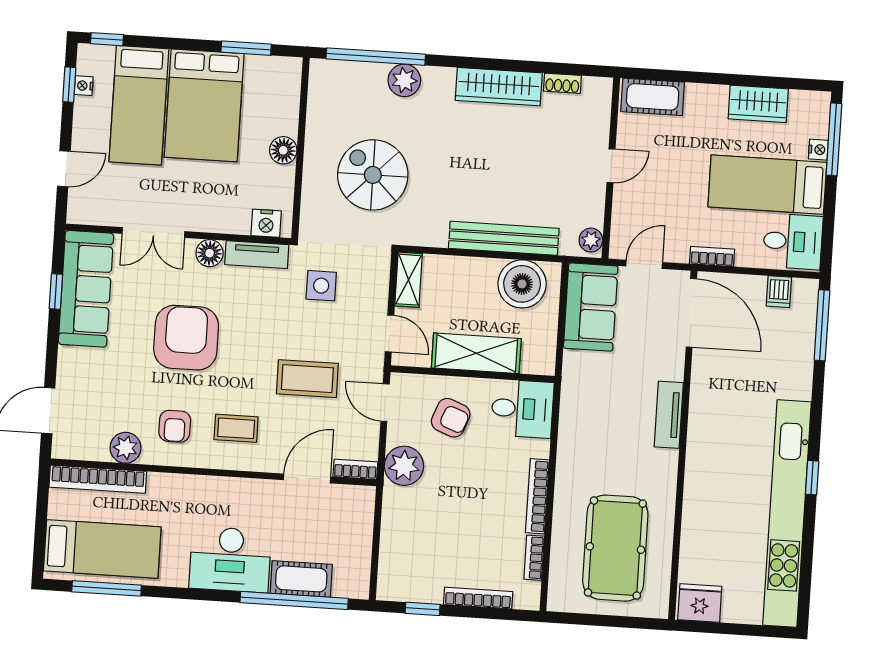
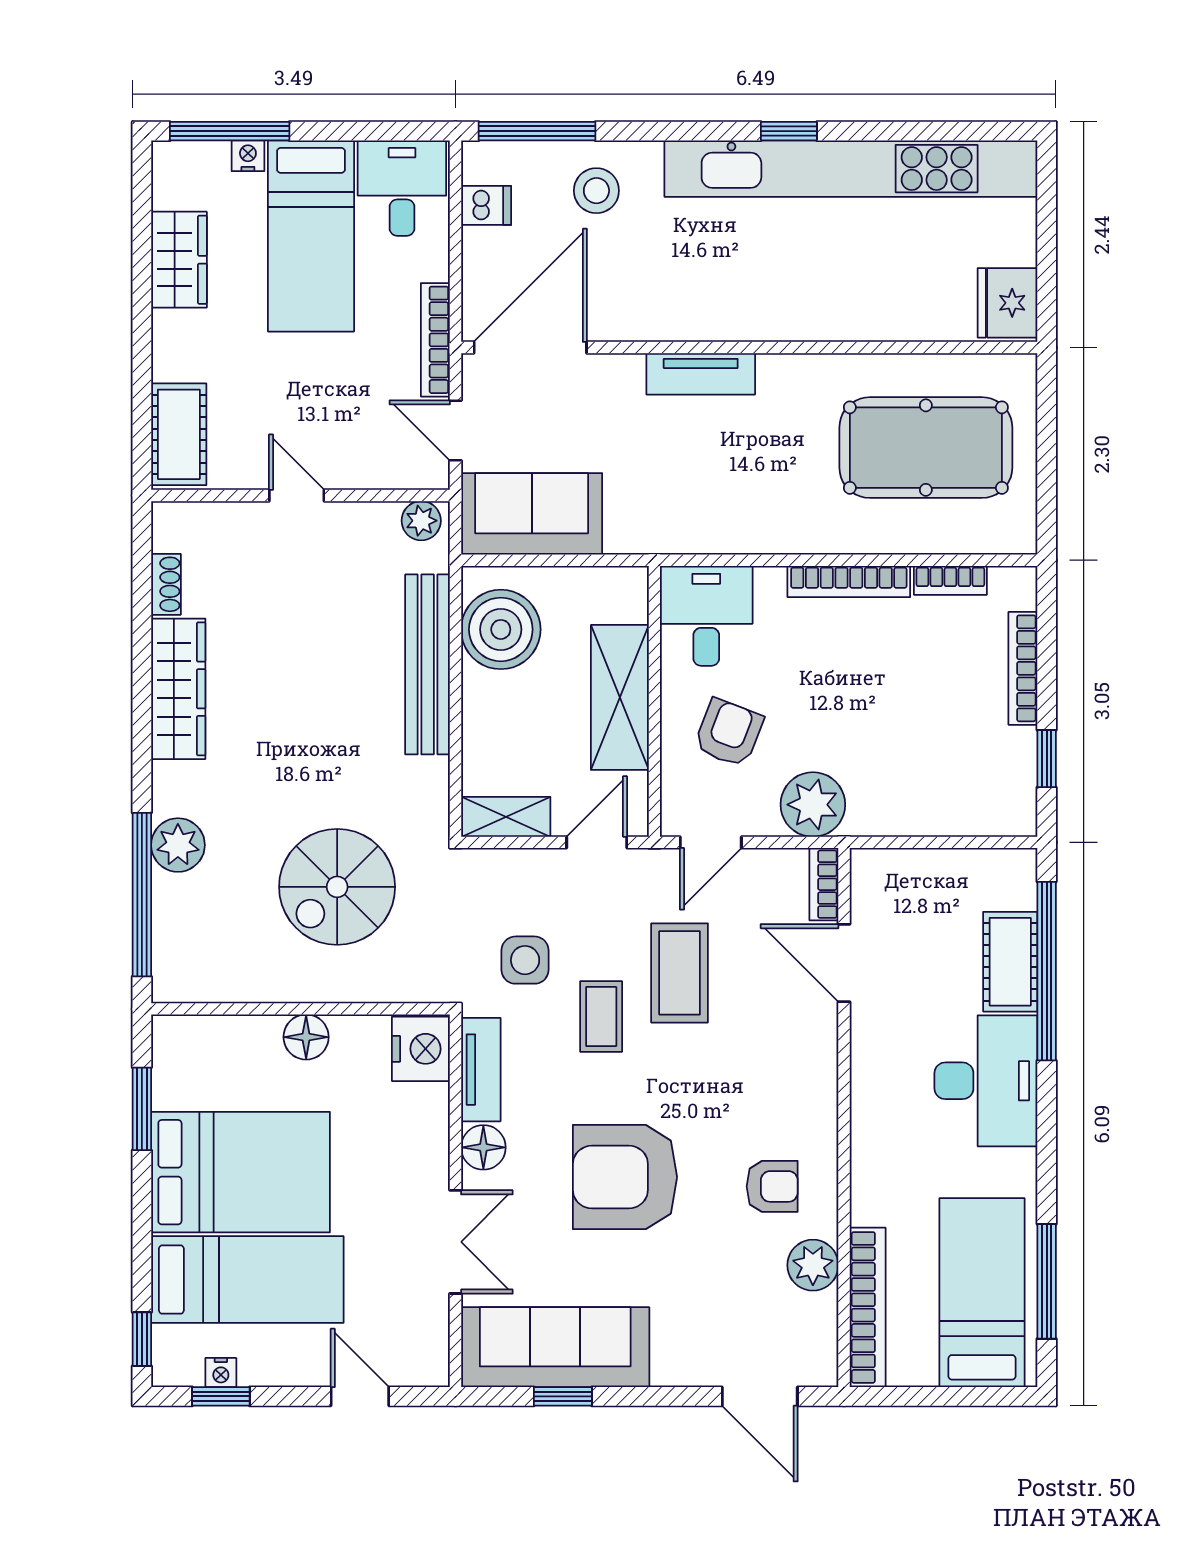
nightstand: (266, 223) -> (421, 1049), width x1.36, depth x1.33
bookcase: (712, 257) -> (435, 340), width x1.56
stool: (784, 359) -> (596, 191), added
coffee table: (236, 428) -> (601, 1016), moved

